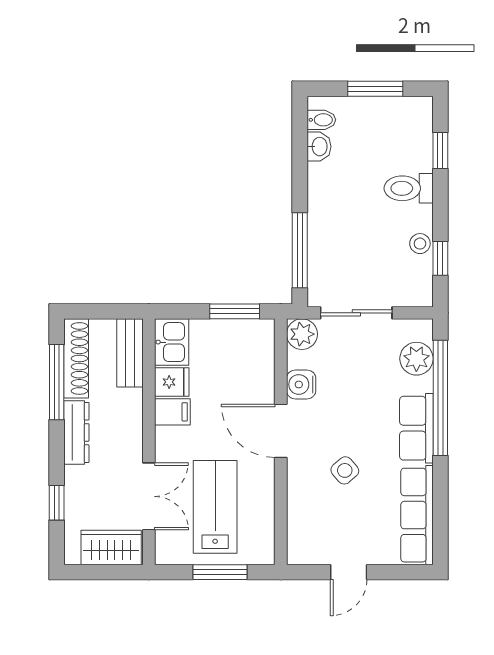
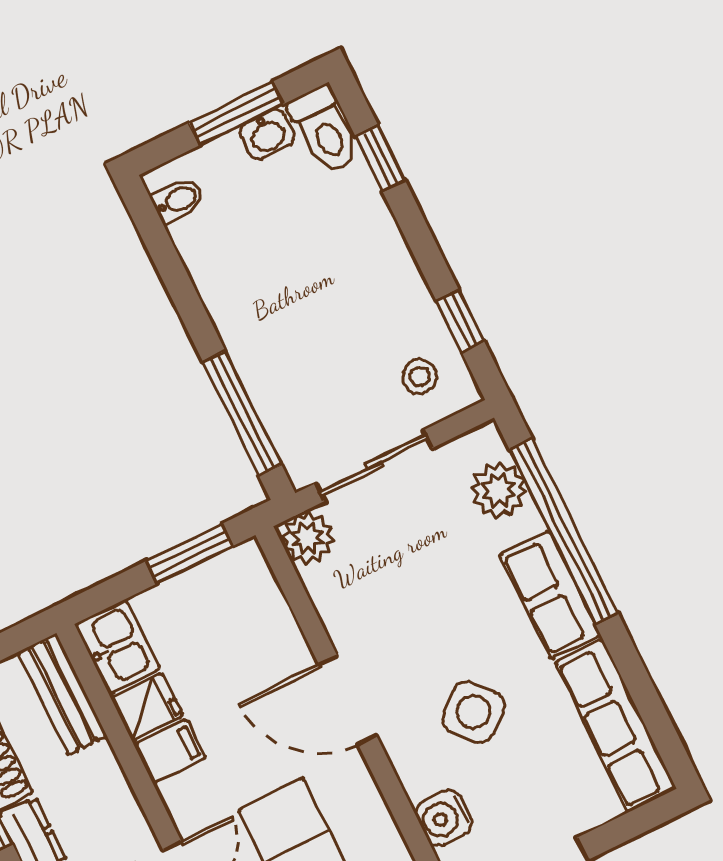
washbasin: (319, 147) -> (267, 134), moved, turned 90
toilet: (409, 188) -> (324, 129), moved, turned -90
stool: (420, 244) -> (420, 377), moved
water cooler: (301, 384) -> (444, 818), moved
side table: (345, 470) -> (474, 712), width x1.37, depth x1.37

